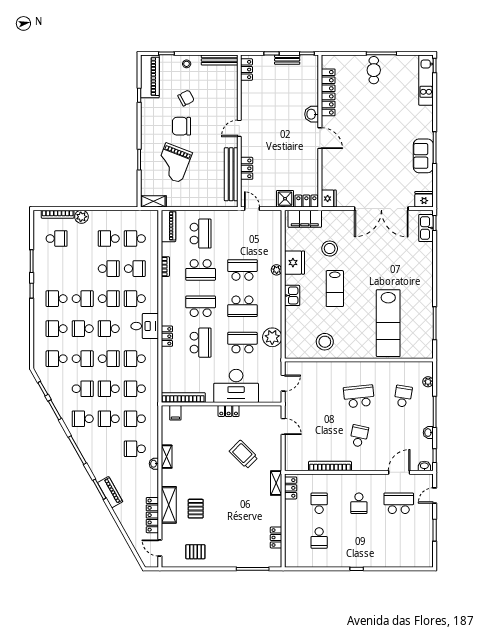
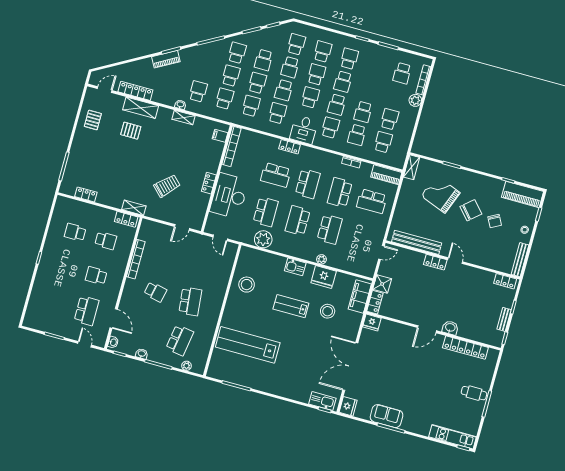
chair: (181, 126) -> (471, 210), turned 49
locker: (247, 168) -> (435, 262), moved
school desk: (403, 396) -> (180, 340), width x1.85

